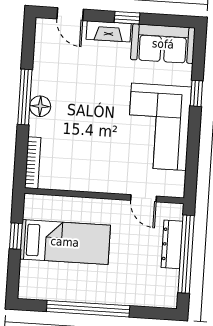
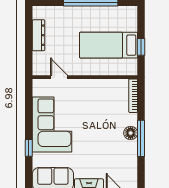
dresser: (172, 244) -> (38, 35), moved
window: (186, 254) -> (29, 42), removed

